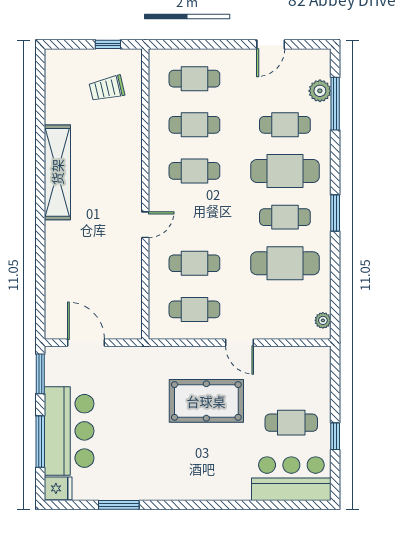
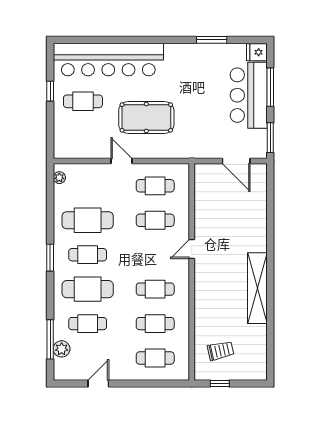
bar counter: (291, 479) -> (108, 60), width x1.86

